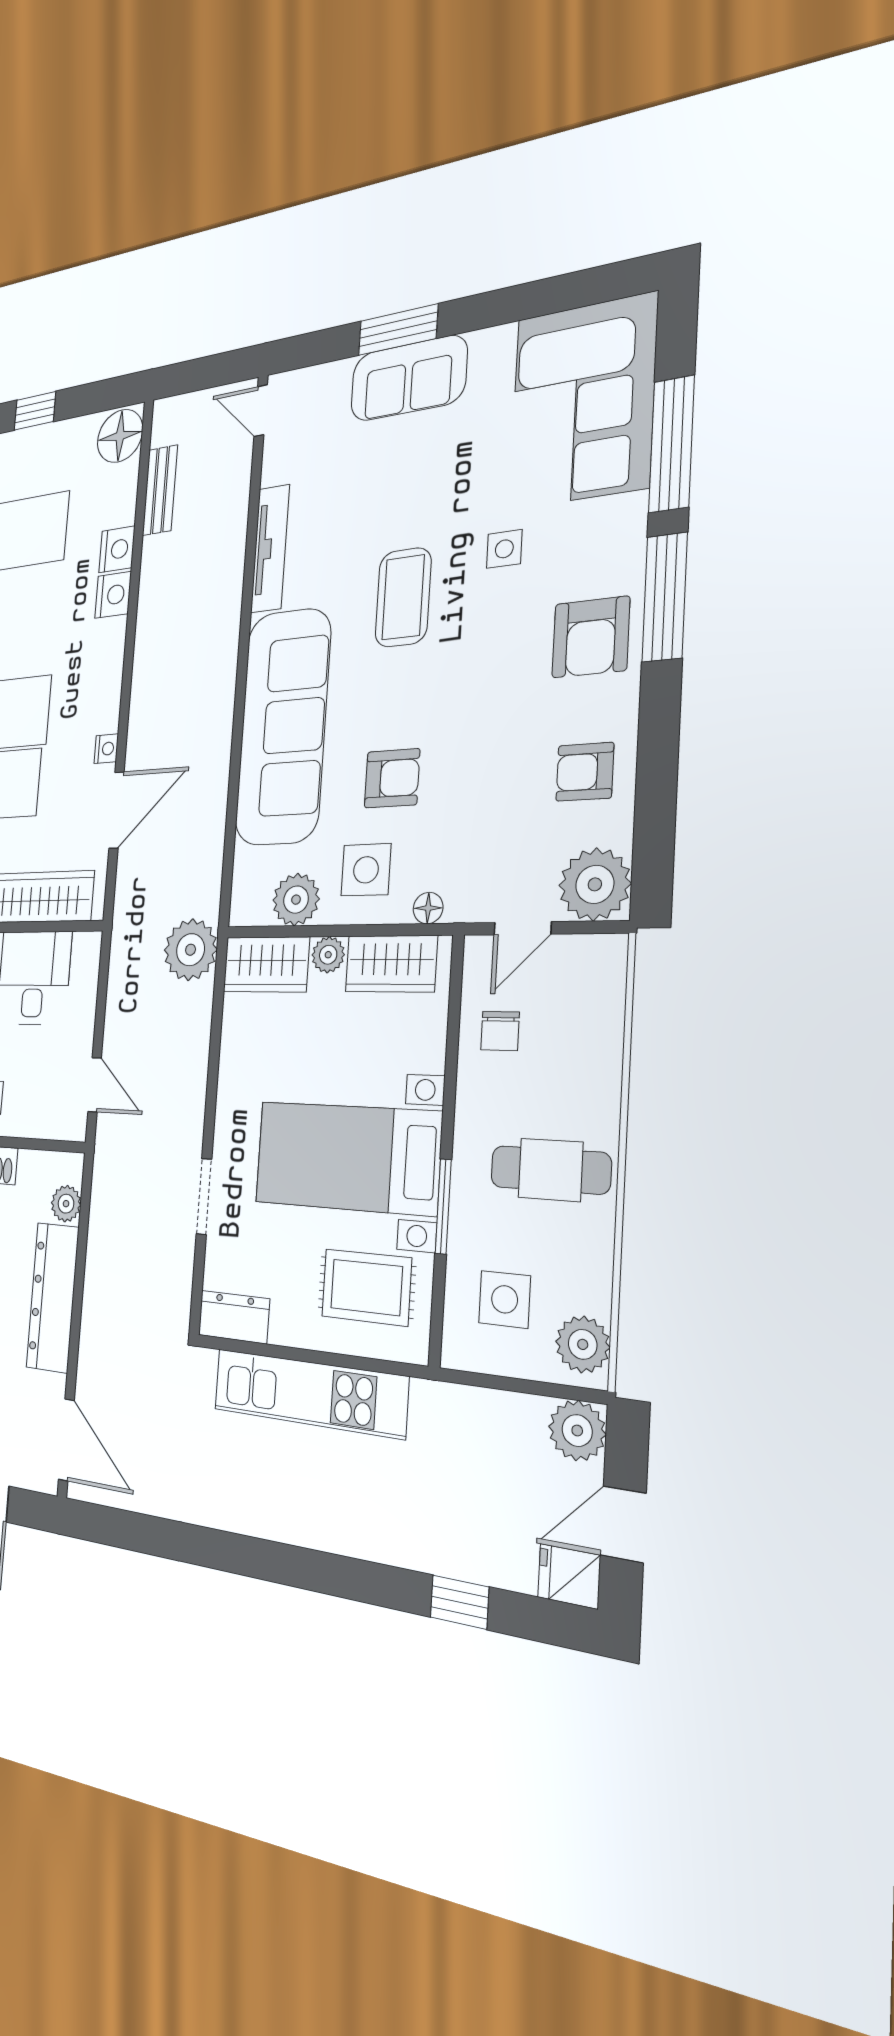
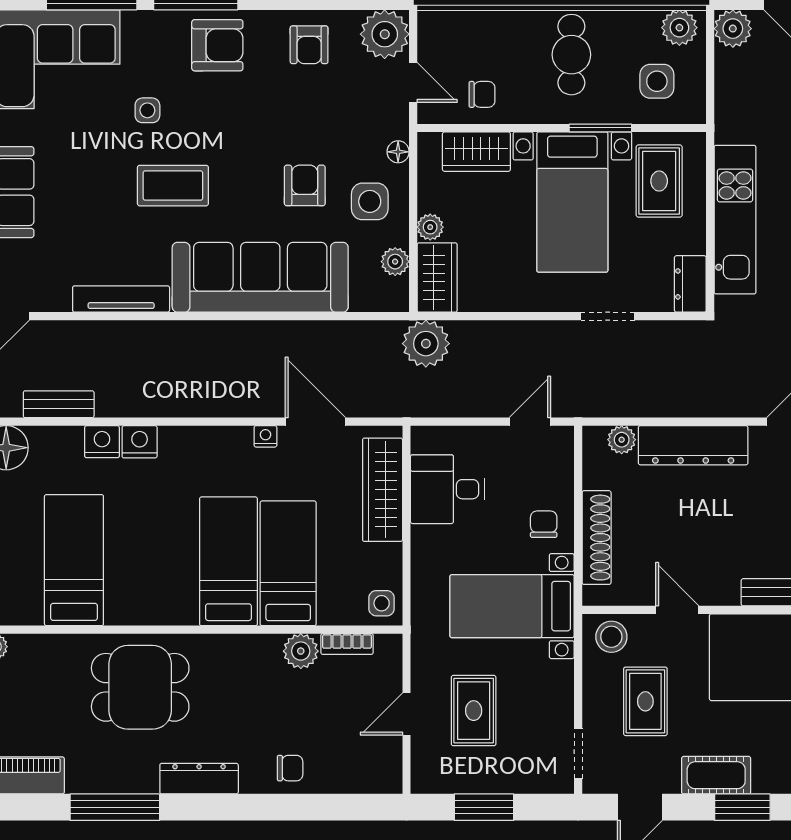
plant: (296, 900) -> (395, 262), width x0.73, depth x0.73
wardrobe: (391, 964) -> (476, 152), moved, turned 90

